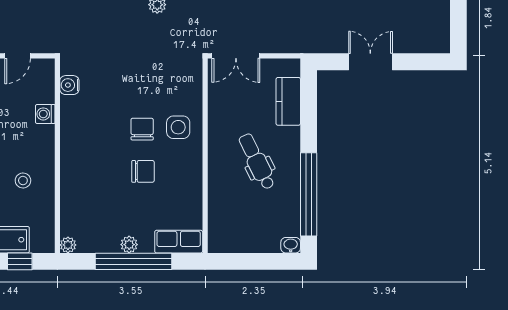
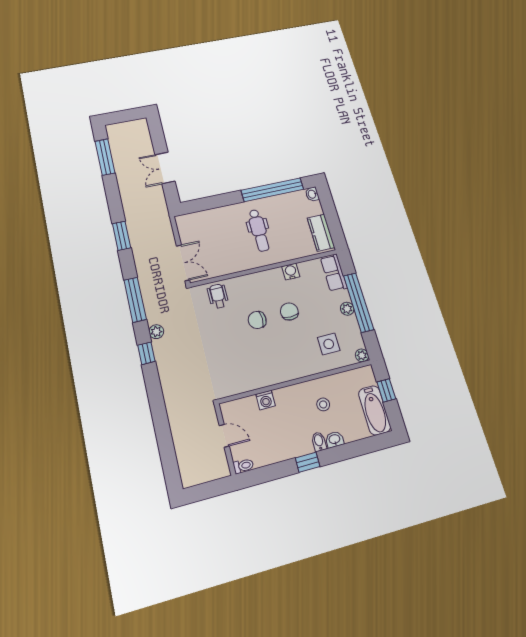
water cooler: (69, 85) -> (291, 272), moved, turned 180
wheelchair: (183, 89) -> (218, 296), added
kitchen counter: (288, 101) -> (321, 233), moved, turned 90
side table: (178, 127) -> (329, 344), moved
dental chair: (257, 162) -> (259, 230), turned -64

